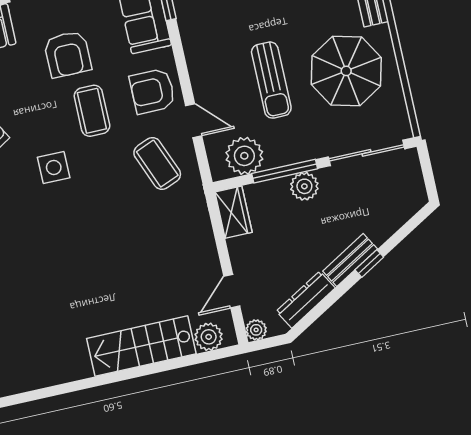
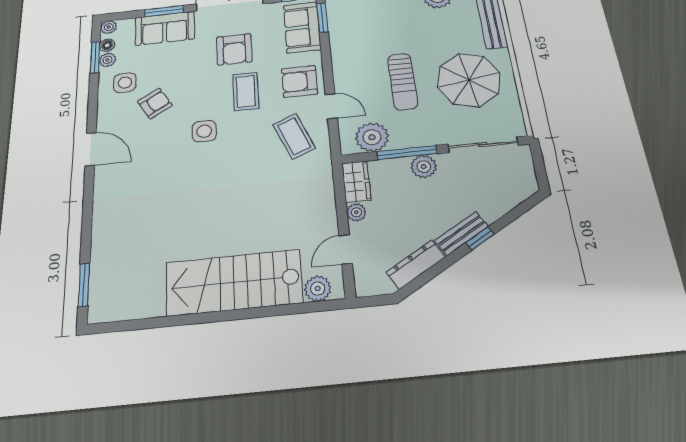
plant: (256, 330) -> (356, 212), moved
stairs: (141, 346) -> (234, 282), width x1.36, depth x1.51

